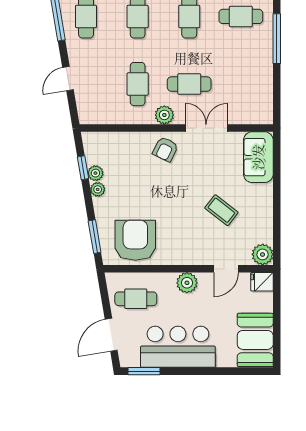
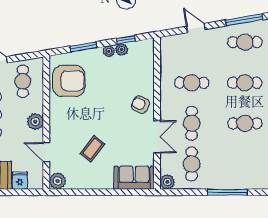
cafe table: (241, 16) -> (192, 164), moved
plant: (164, 115) -> (167, 182), moved
window: (95, 237) -> (84, 47), moved
fridge: (262, 282) -> (20, 181), moved

